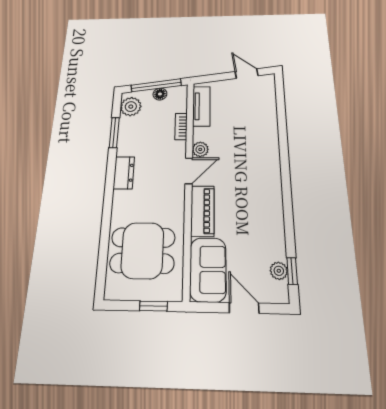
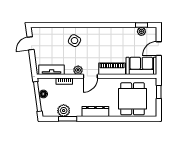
plant: (131, 107) -> (64, 111), moved
side table: (254, 143) -> (75, 41), added
door: (189, 171) -> (90, 76), swing flipped
dresser: (124, 173) -> (95, 112), width x1.44

